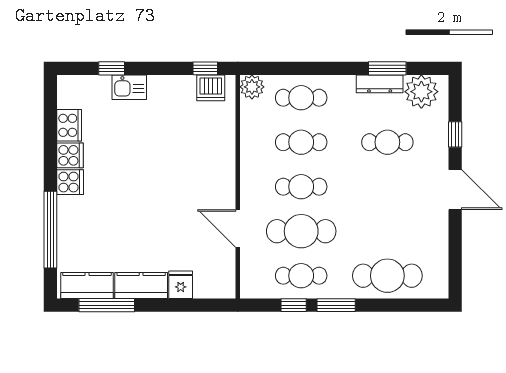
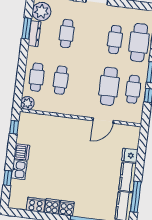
dishwasher: (211, 88) -> (22, 152), moved
cafe table: (301, 187) -> (115, 40), moved

